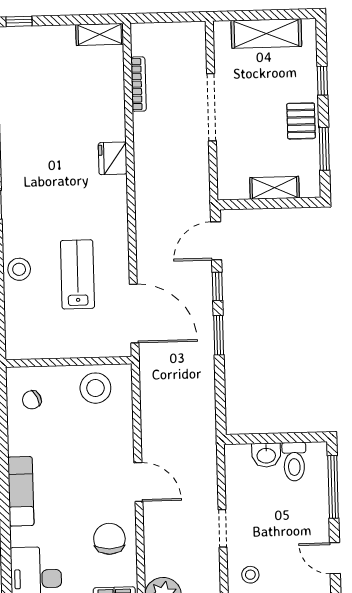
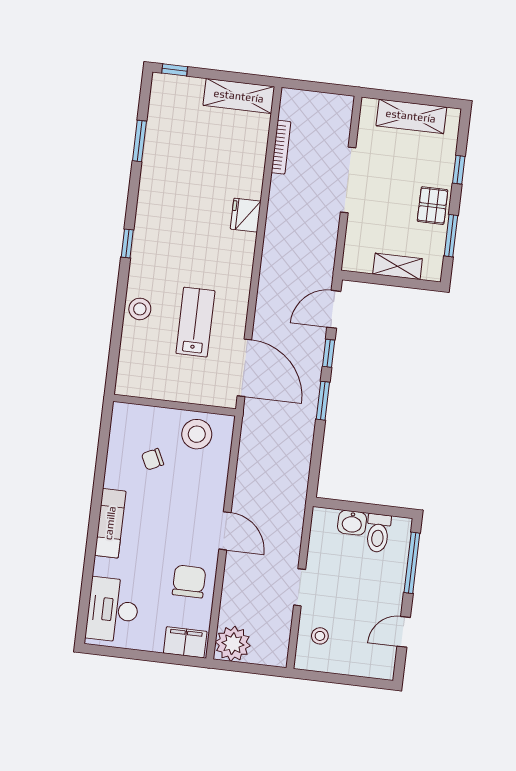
shelving: (100, 34) -> (239, 96), width x1.50, depth x1.33
chair: (32, 400) -> (153, 459), moved
door: (335, 558) -> (404, 632), hinge flipped

